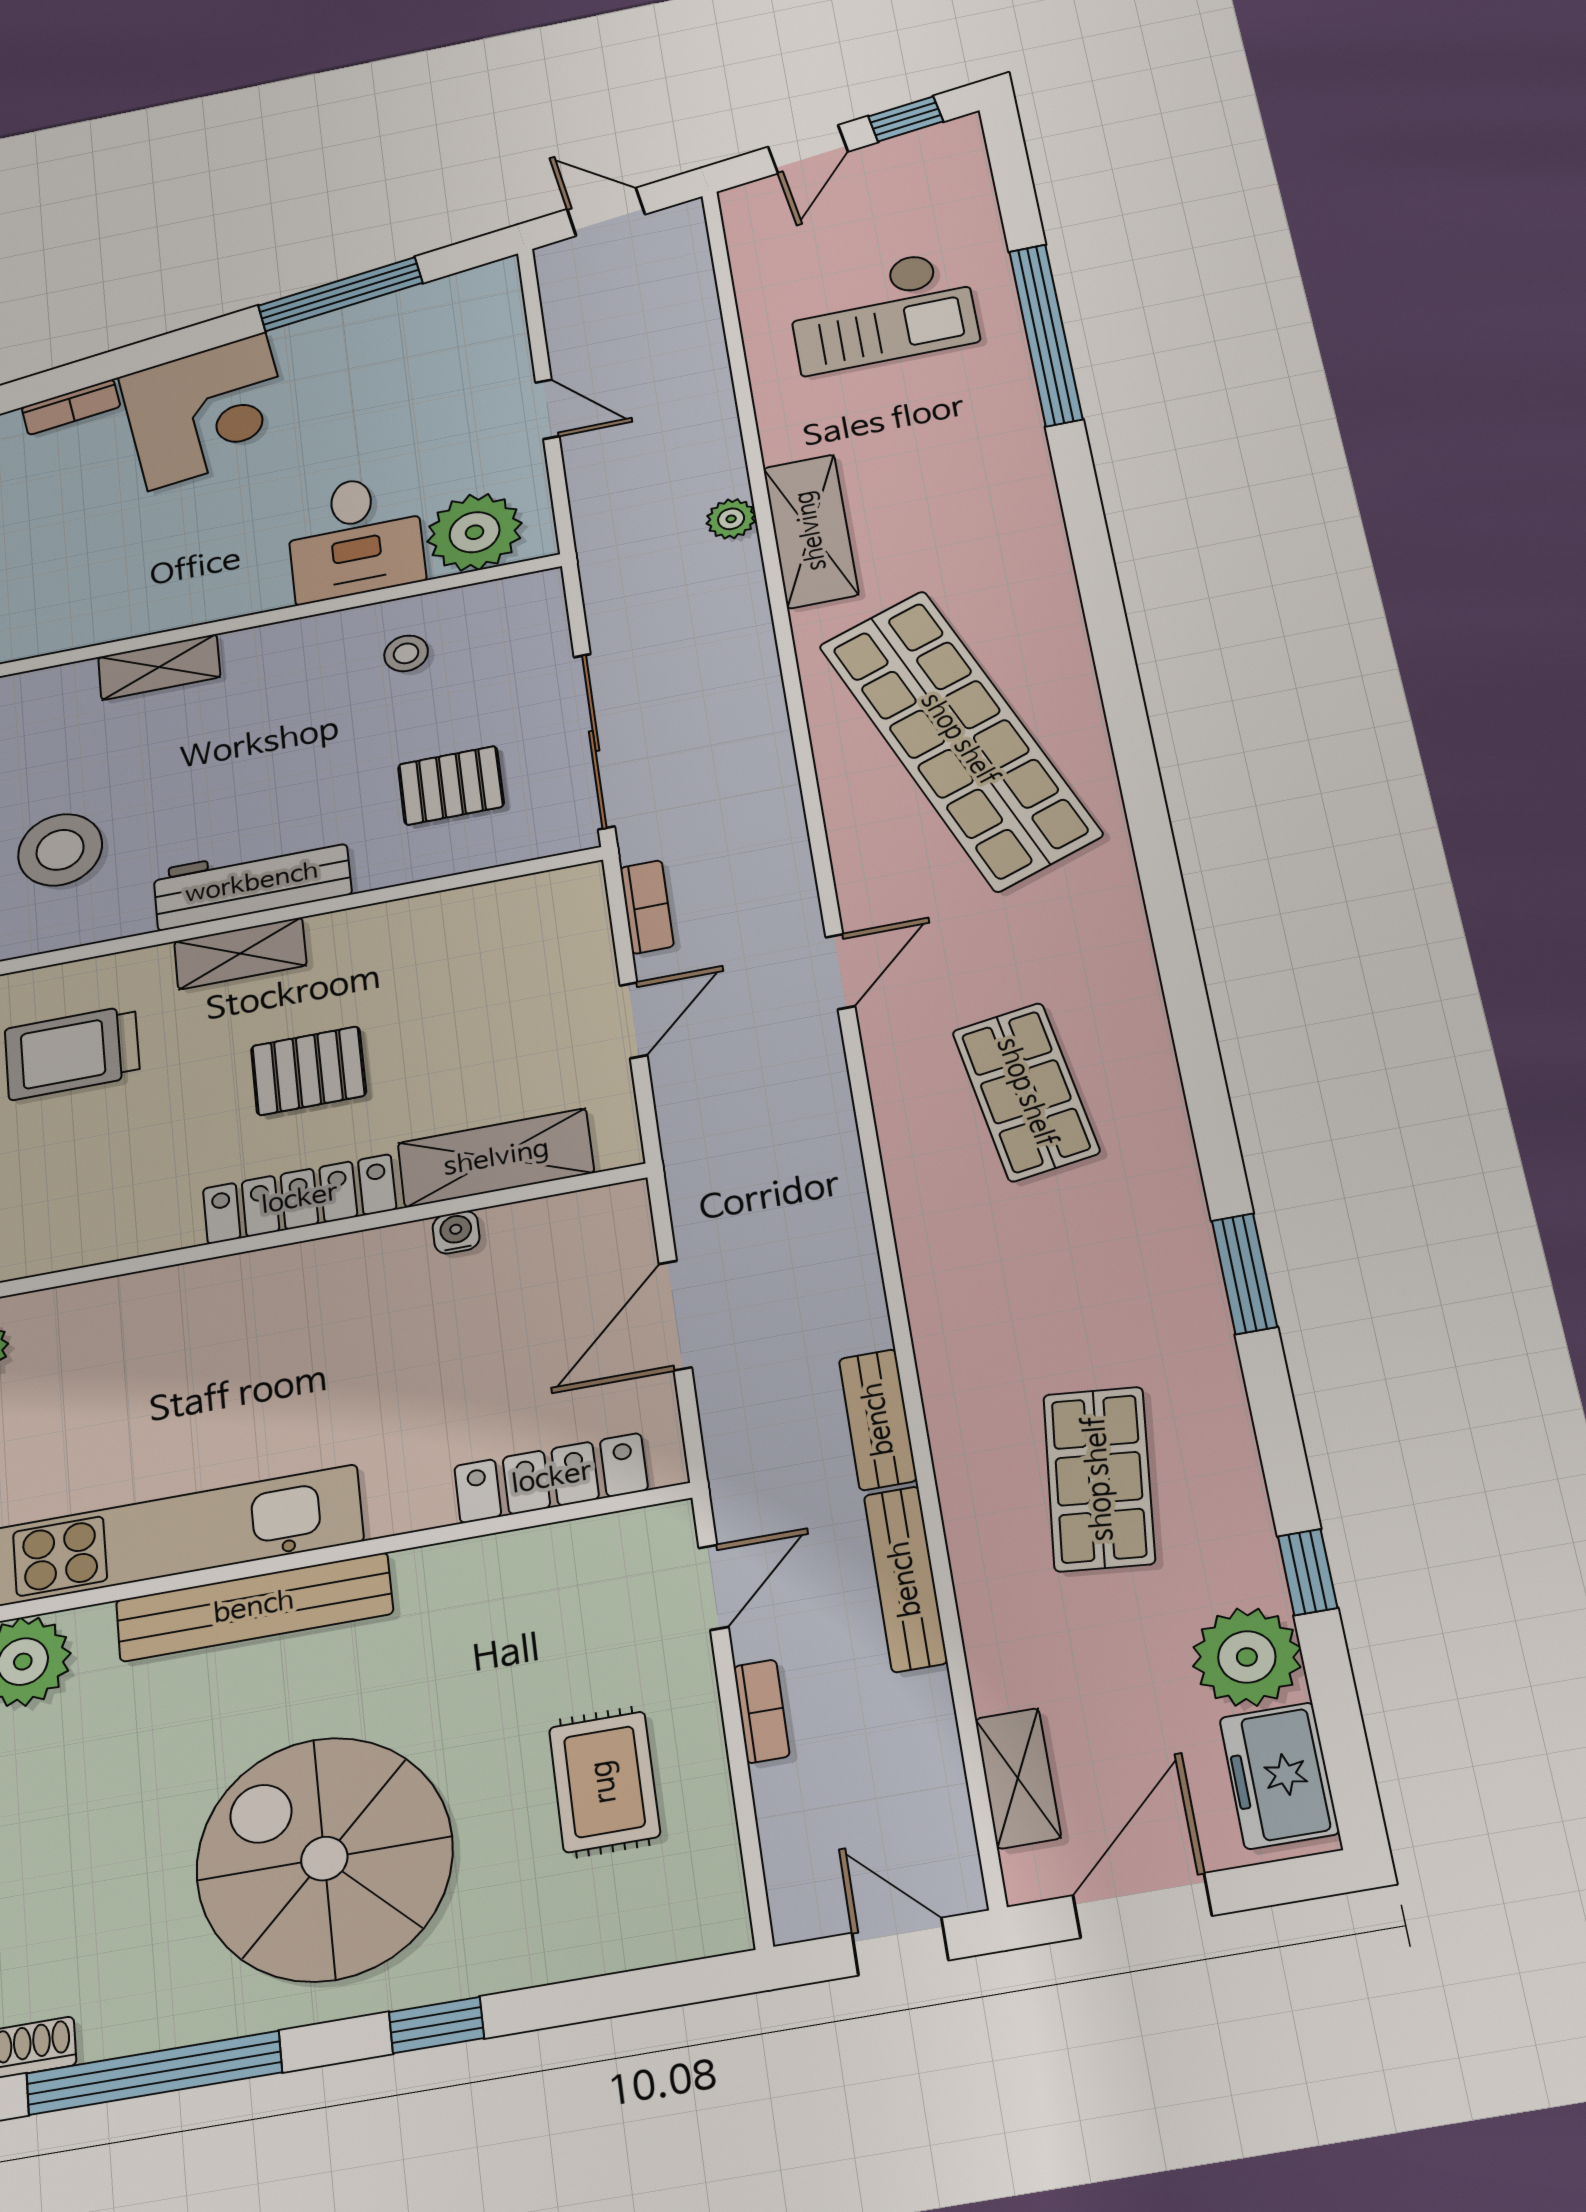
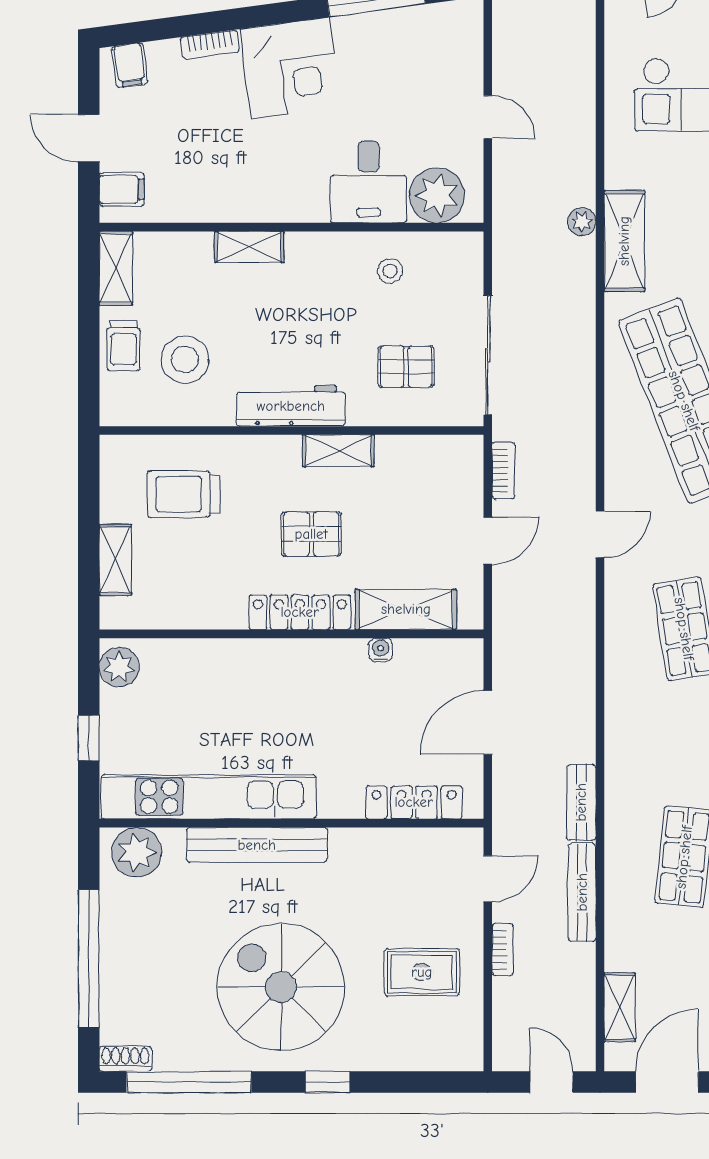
shelving: (240, 953) -> (338, 451), moved
rug: (604, 1782) -> (422, 972), turned 90

